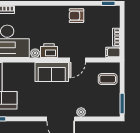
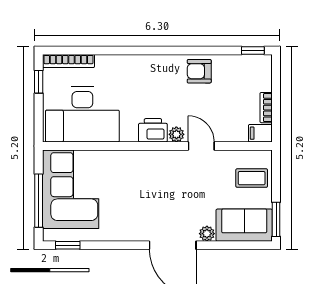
plant: (35, 53) -> (176, 134), moved
door: (78, 60) -> (201, 146), swing flipped
sofa: (52, 72) -> (244, 225), moved, turned 180

